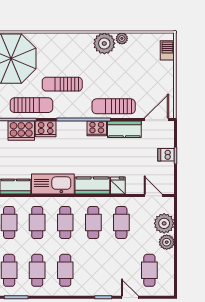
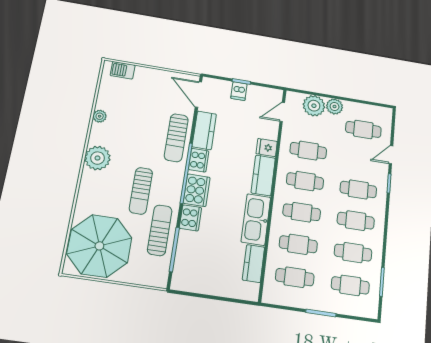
plant: (104, 43) -> (97, 158), moved
cooker: (21, 131) -> (197, 190), moved
cafe table: (93, 270) -> (358, 189), added

